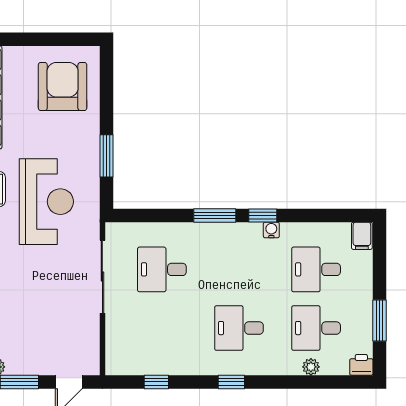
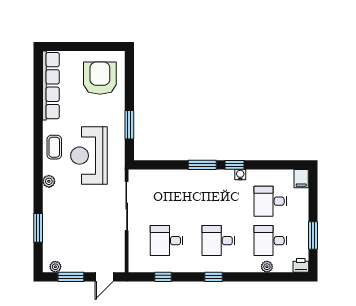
reception desk: (46, 202) -> (89, 156), turned 180
desk: (162, 269) -> (167, 241), moved

